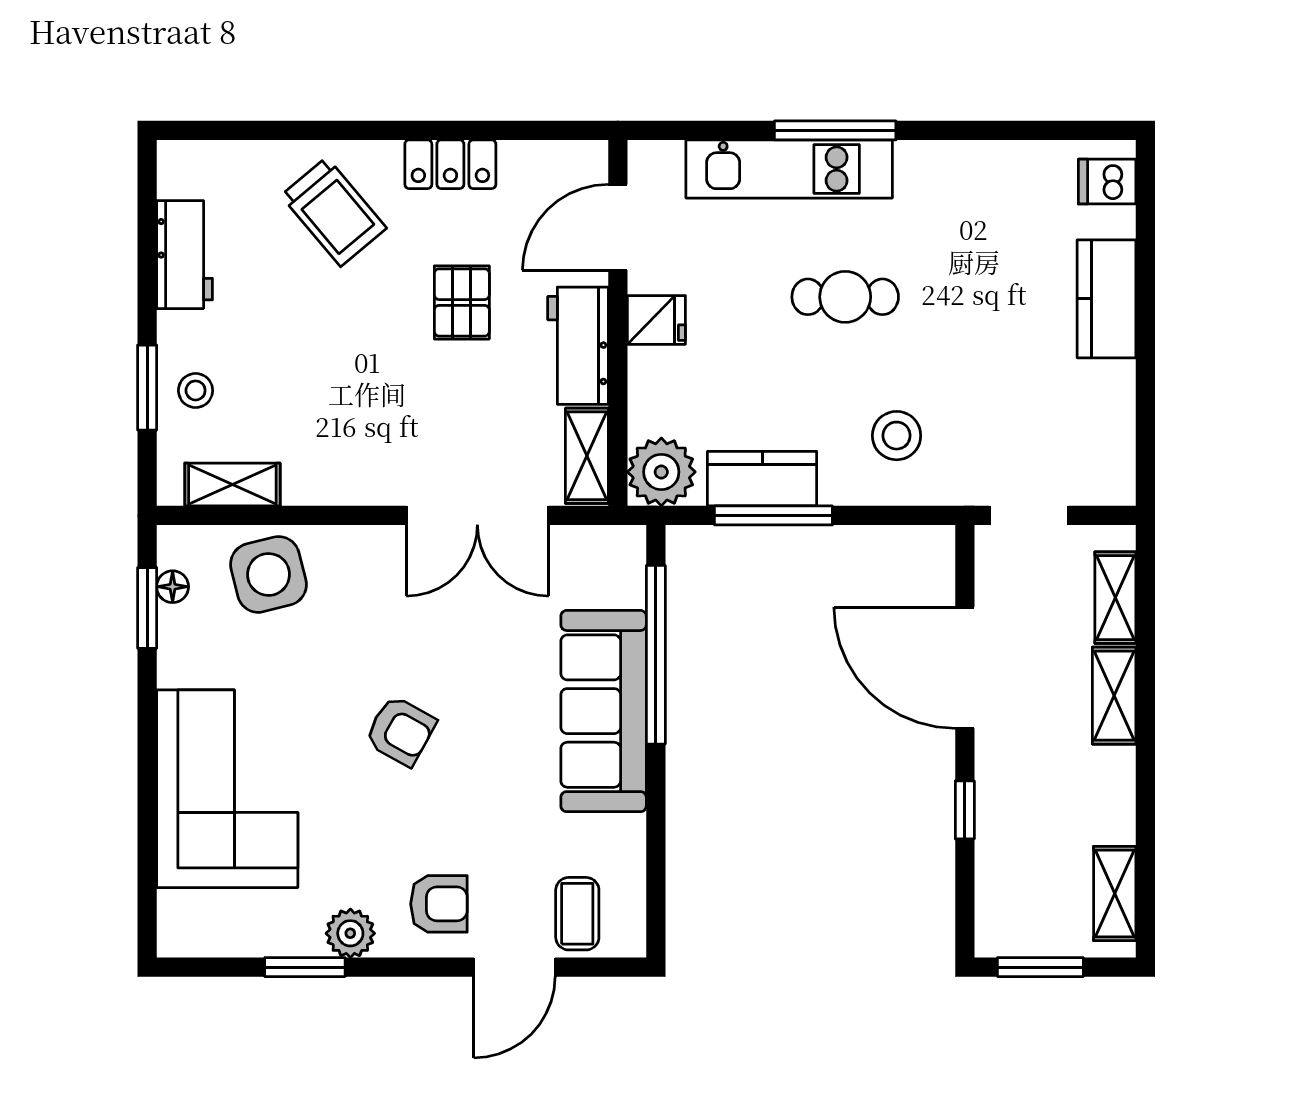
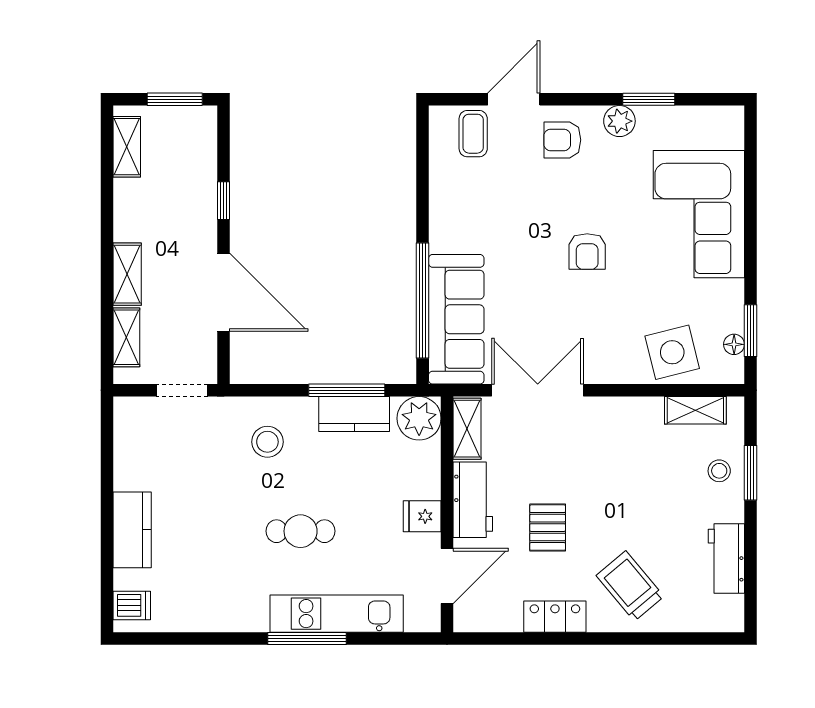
sofa: (604, 711) -> (456, 319), moved
armchair: (400, 731) -> (587, 251), turned -119

